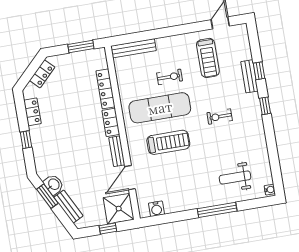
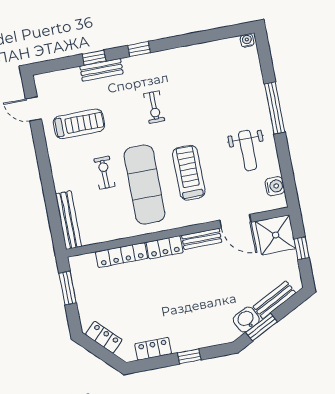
weight bench: (235, 178) -> (248, 151), moved

